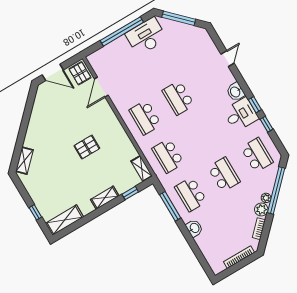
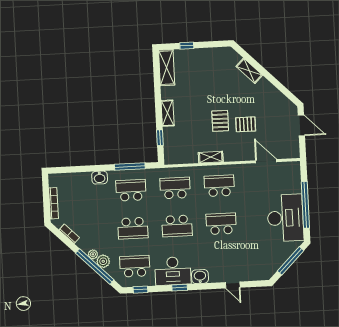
desk: (146, 36) -> (285, 218), width x1.36, depth x1.30
door: (53, 72) -> (301, 125), swing flipped
pallet: (80, 73) -> (246, 124), moved
desk: (241, 115) -> (173, 271), width x1.37
window: (266, 124) -> (140, 290), moved
school desk: (201, 136) -> (177, 226), added
school desk: (257, 155) -> (135, 266), turned 180
shelving: (24, 161) -> (249, 71), moved
shelving: (142, 169) -> (211, 157), moved
plant: (261, 209) -> (103, 261), moved

